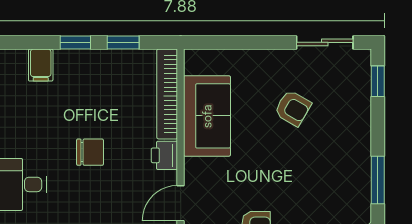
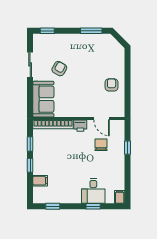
sliding door: (325, 42) -> (30, 64), moved
sofa: (207, 116) -> (43, 99), moved, turned 90
chair: (90, 152) -> (101, 145), moved

